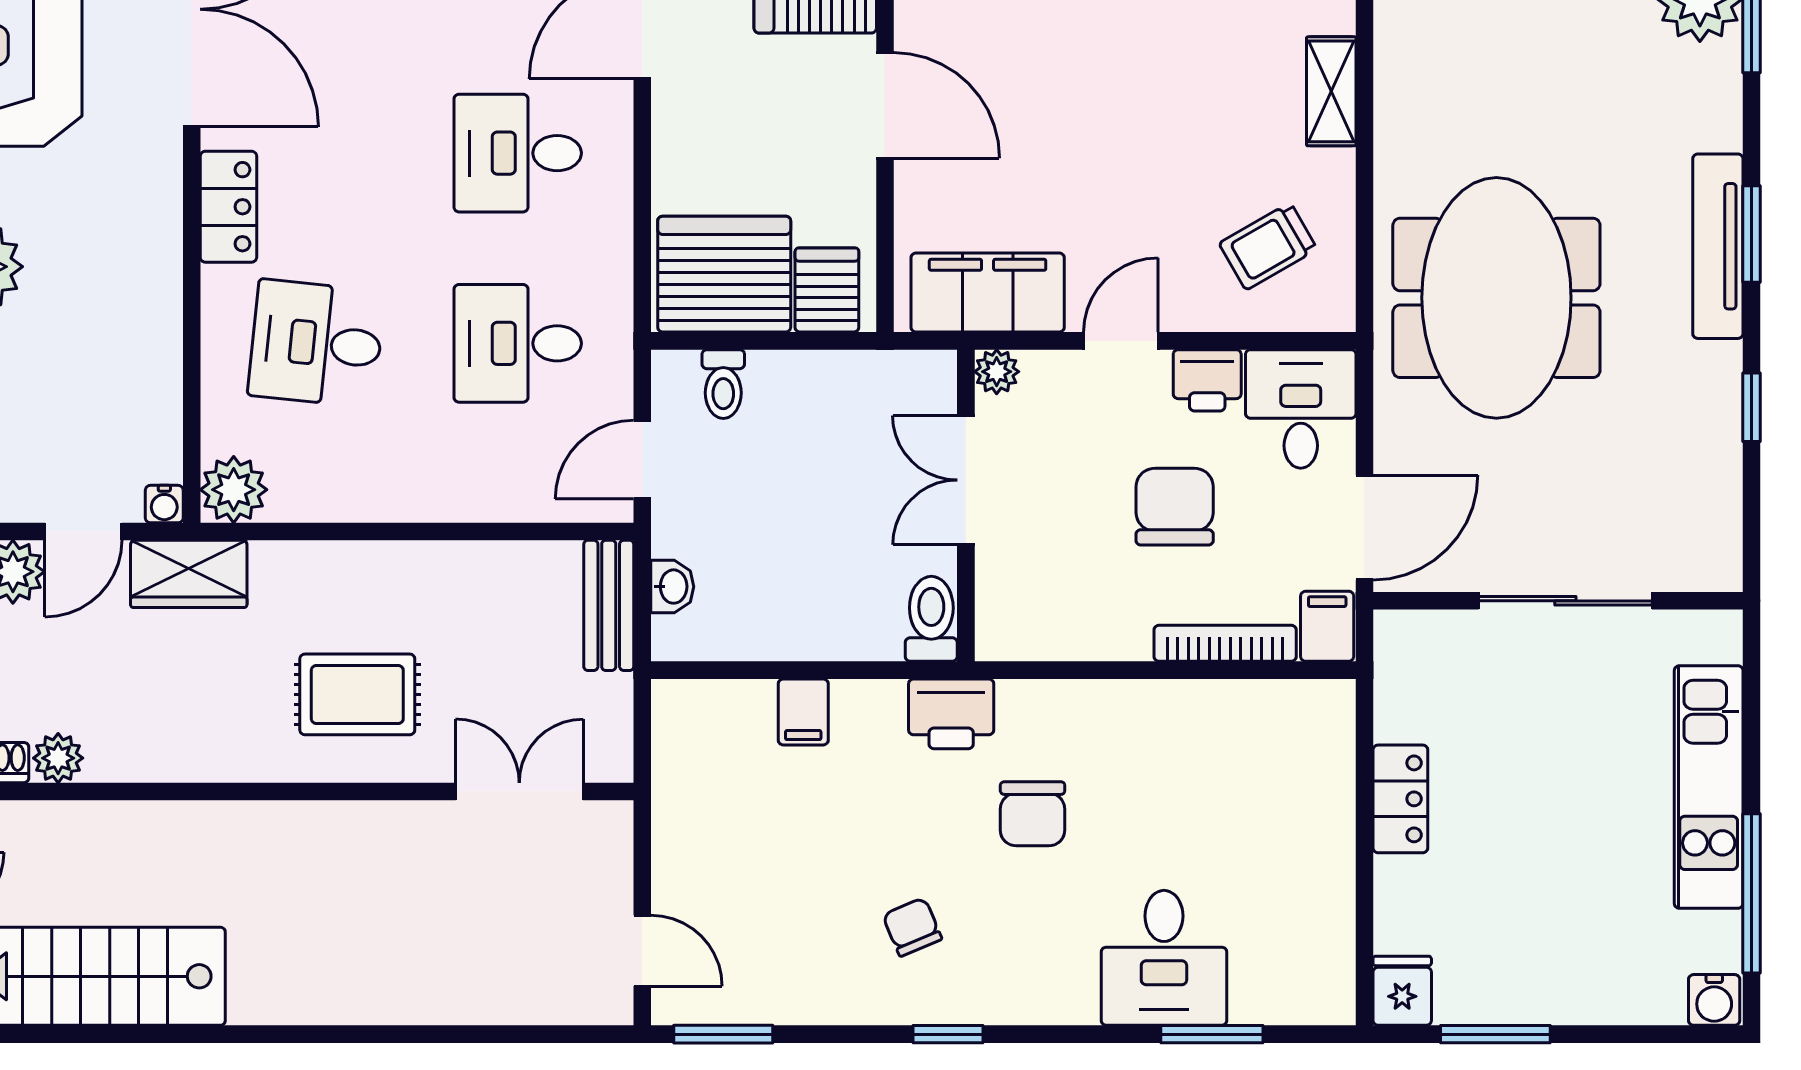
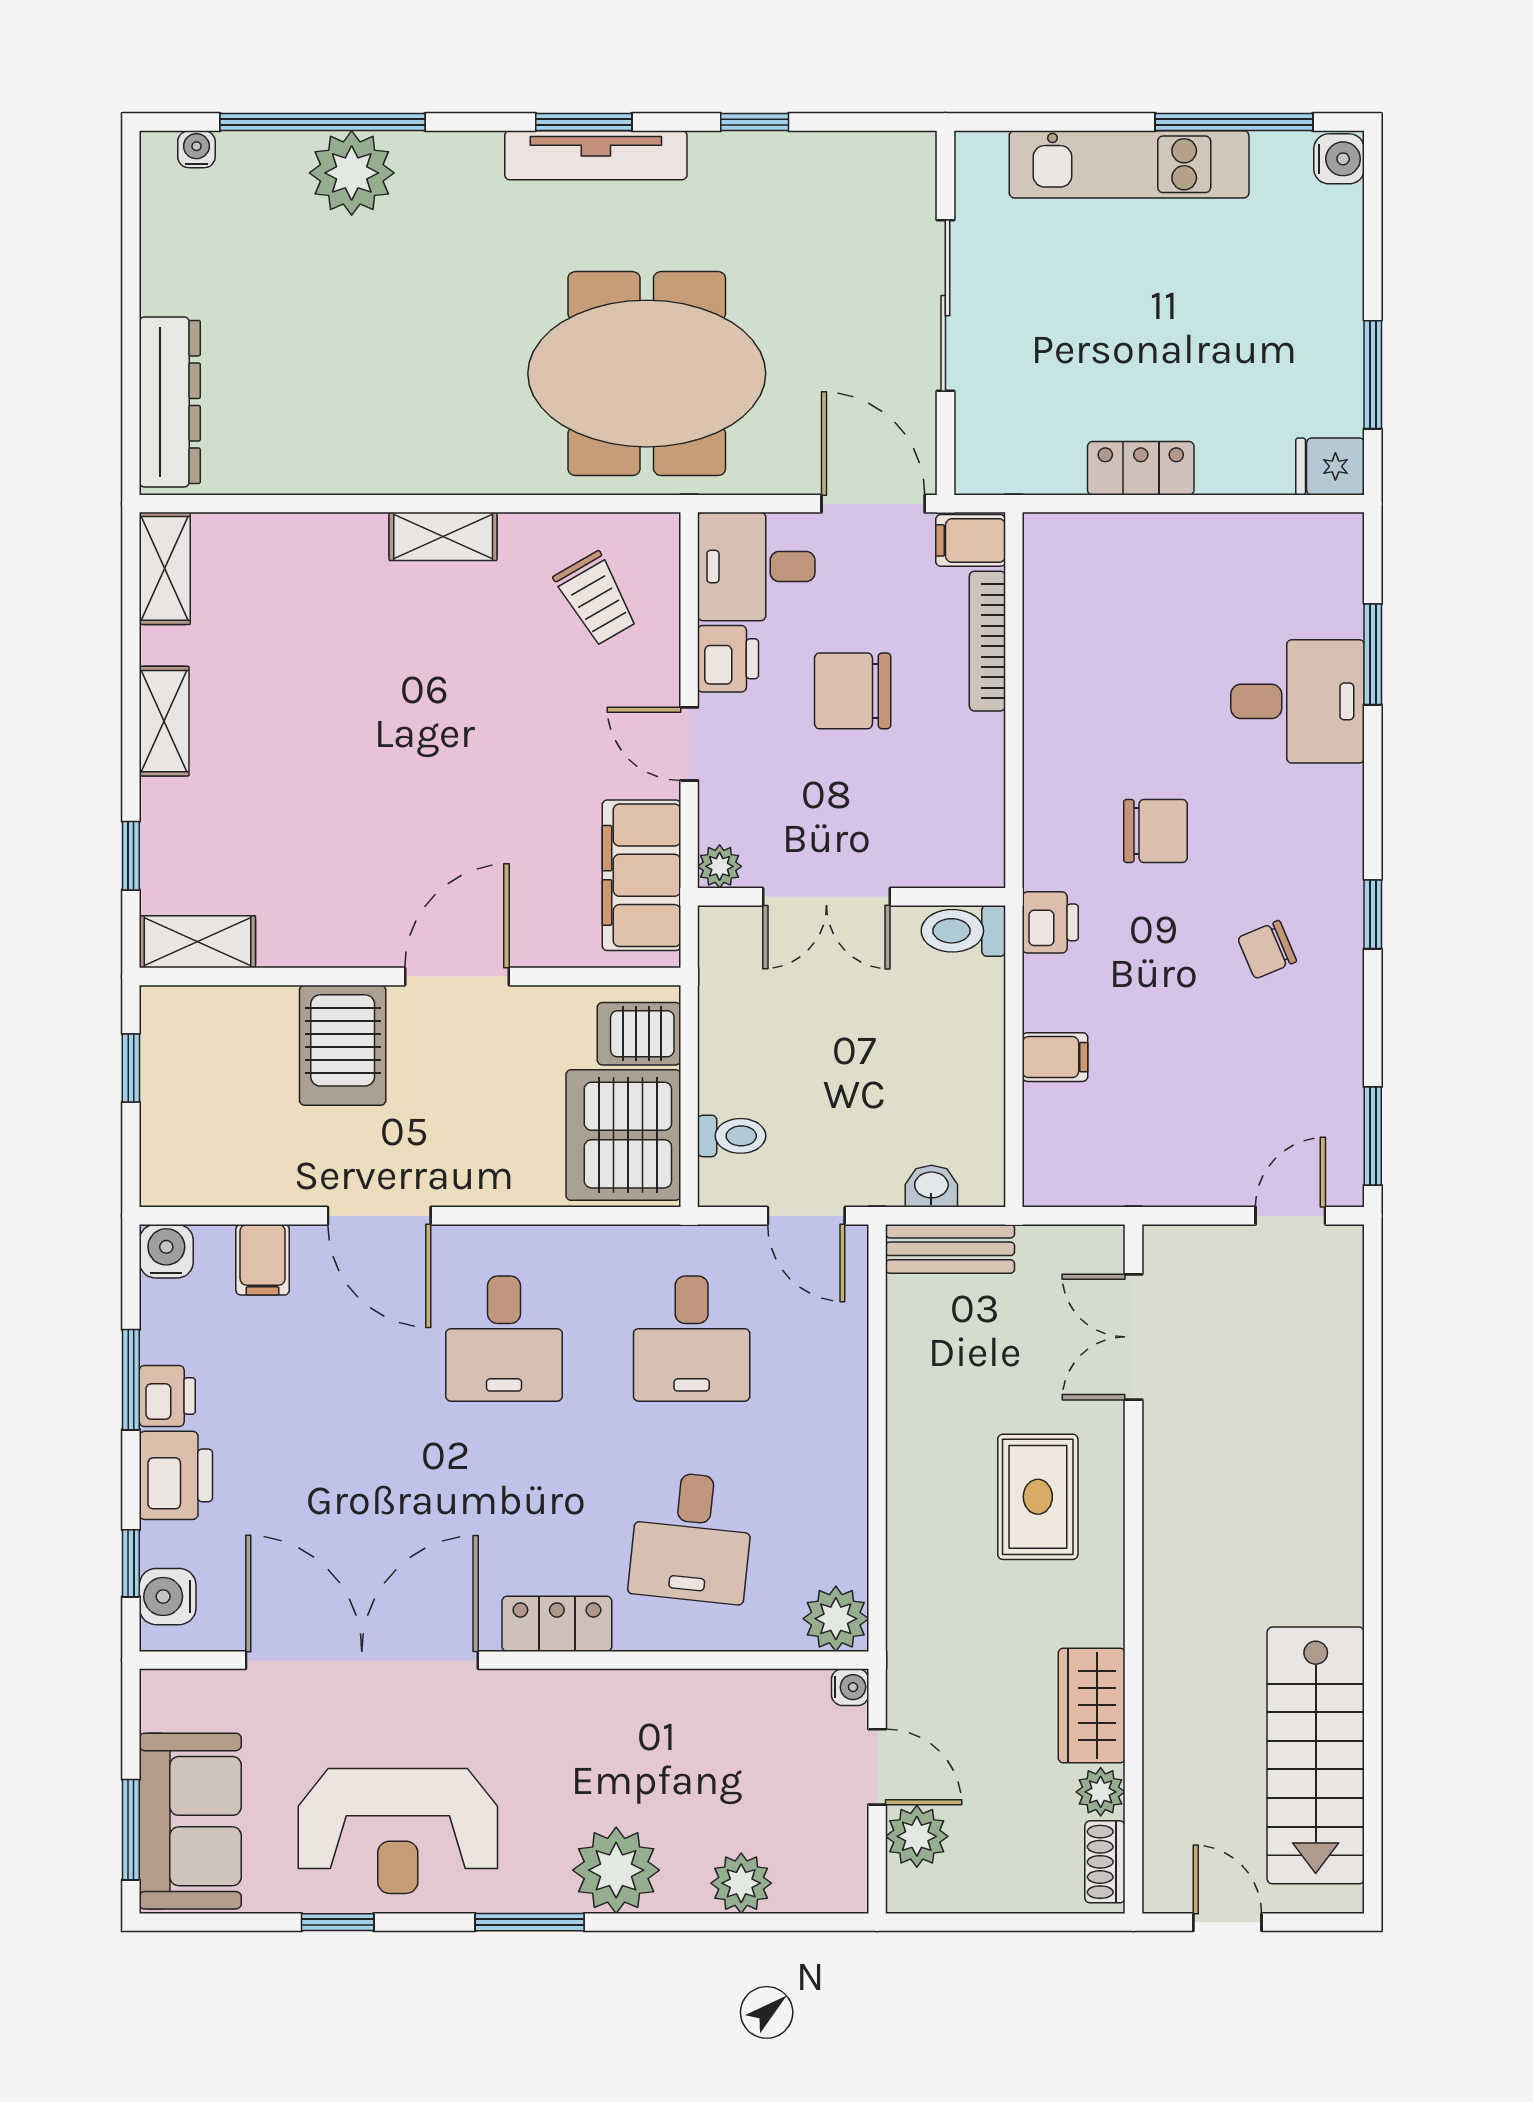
wardrobe: (189, 574) -> (1092, 1705), moved, turned 180
printer: (951, 714) -> (1050, 922), width x0.73, depth x0.81

